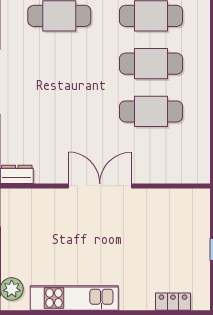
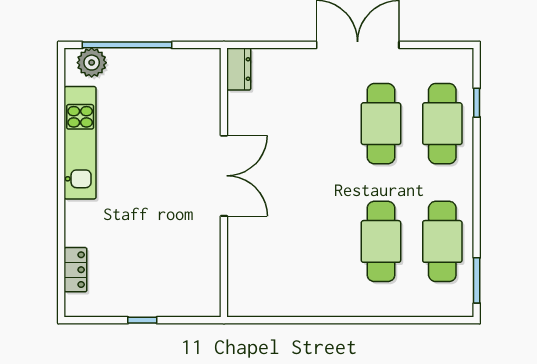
cafe table: (151, 111) -> (381, 124), moved

